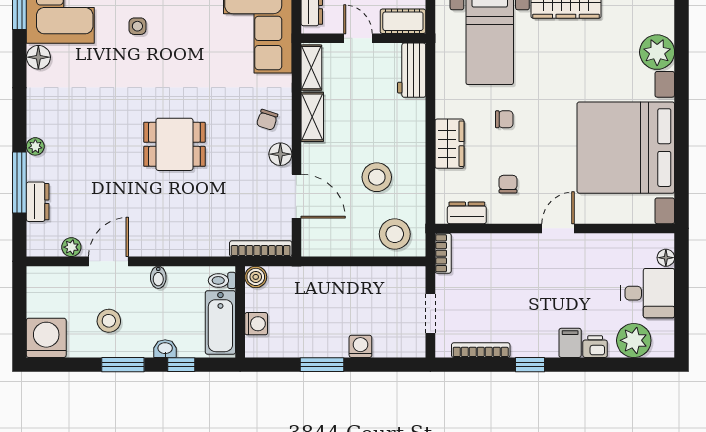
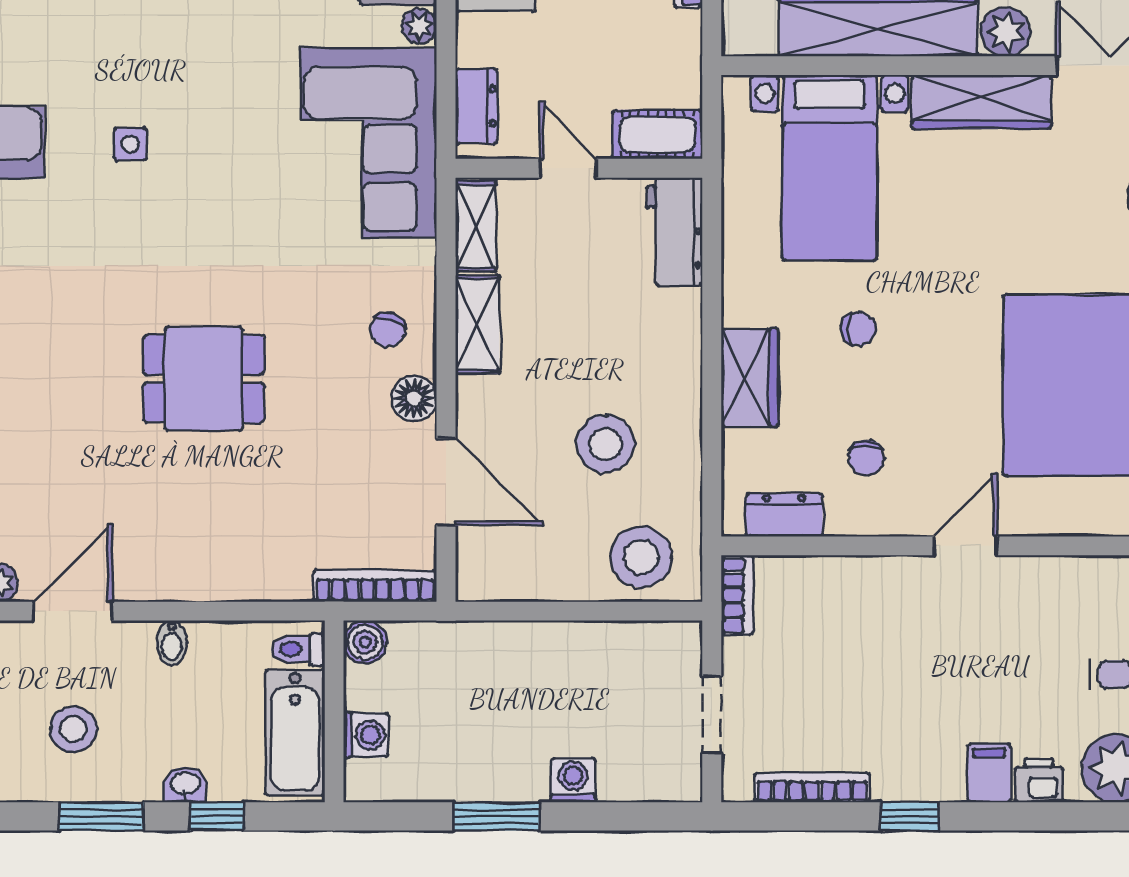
chair: (508, 184) -> (866, 458), turned 180

